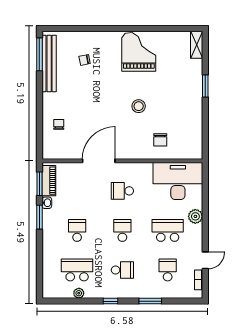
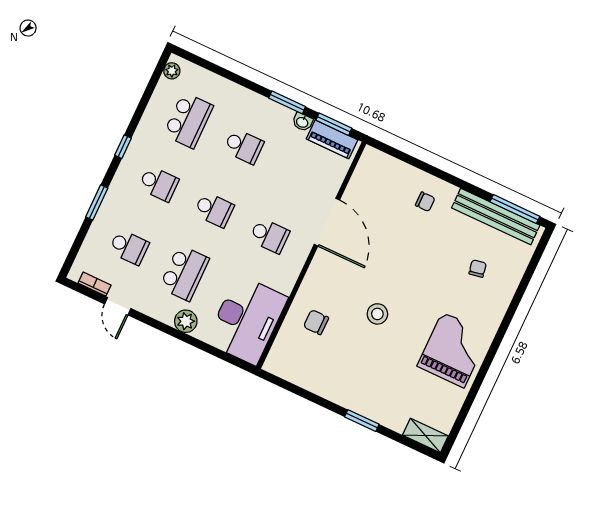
grand piano: (139, 52) -> (453, 350), turned -90
chair: (59, 124) -> (425, 202), moved
school desk: (122, 191) -> (269, 236), turned 90
school desk: (122, 270) -> (159, 184), turned -90
plant: (79, 293) -> (172, 71), moved

